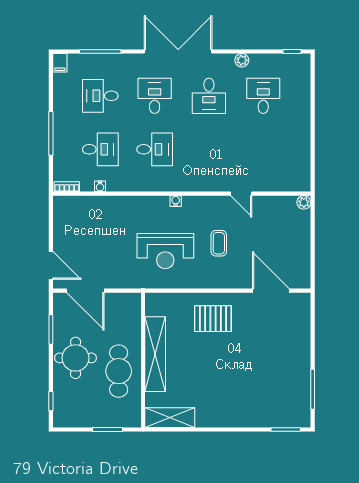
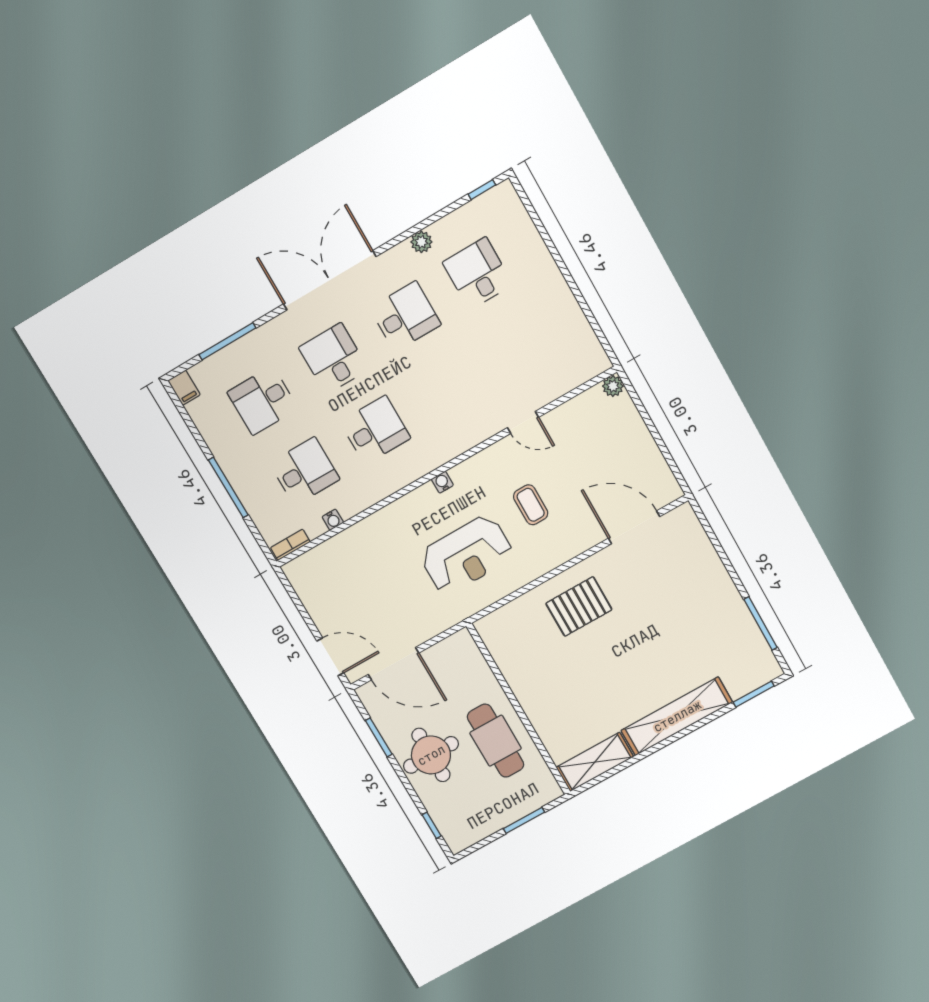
desk: (209, 96) -> (405, 316), turned -90
shelving: (155, 354) -> (677, 716), moved, turned 90

